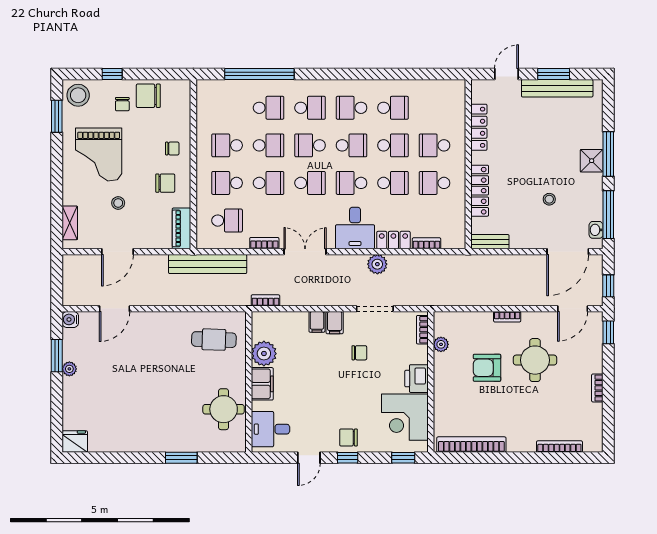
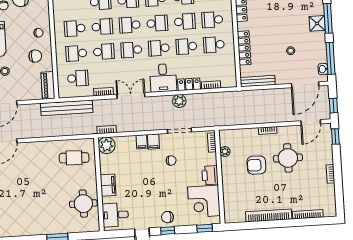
school desk: (310, 183) -> (131, 50), turned 180
school desk: (393, 183) -> (186, 46), turned 180
bench: (490, 242) -> (258, 81), width x1.36
plant: (264, 354) -> (107, 145), moved
bookcase: (471, 445) -> (269, 215), moved

